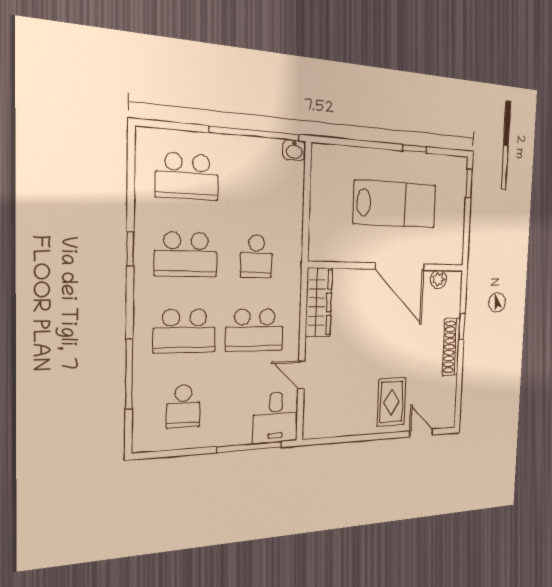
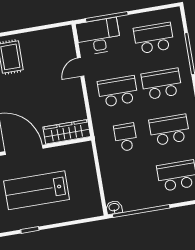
wardrobe: (319, 302) -> (67, 132), moved, turned 90
door: (301, 375) -> (81, 67), swing flipped
school desk: (183, 406) -> (154, 38), width x1.85
desk: (276, 417) -> (98, 37), width x1.37

